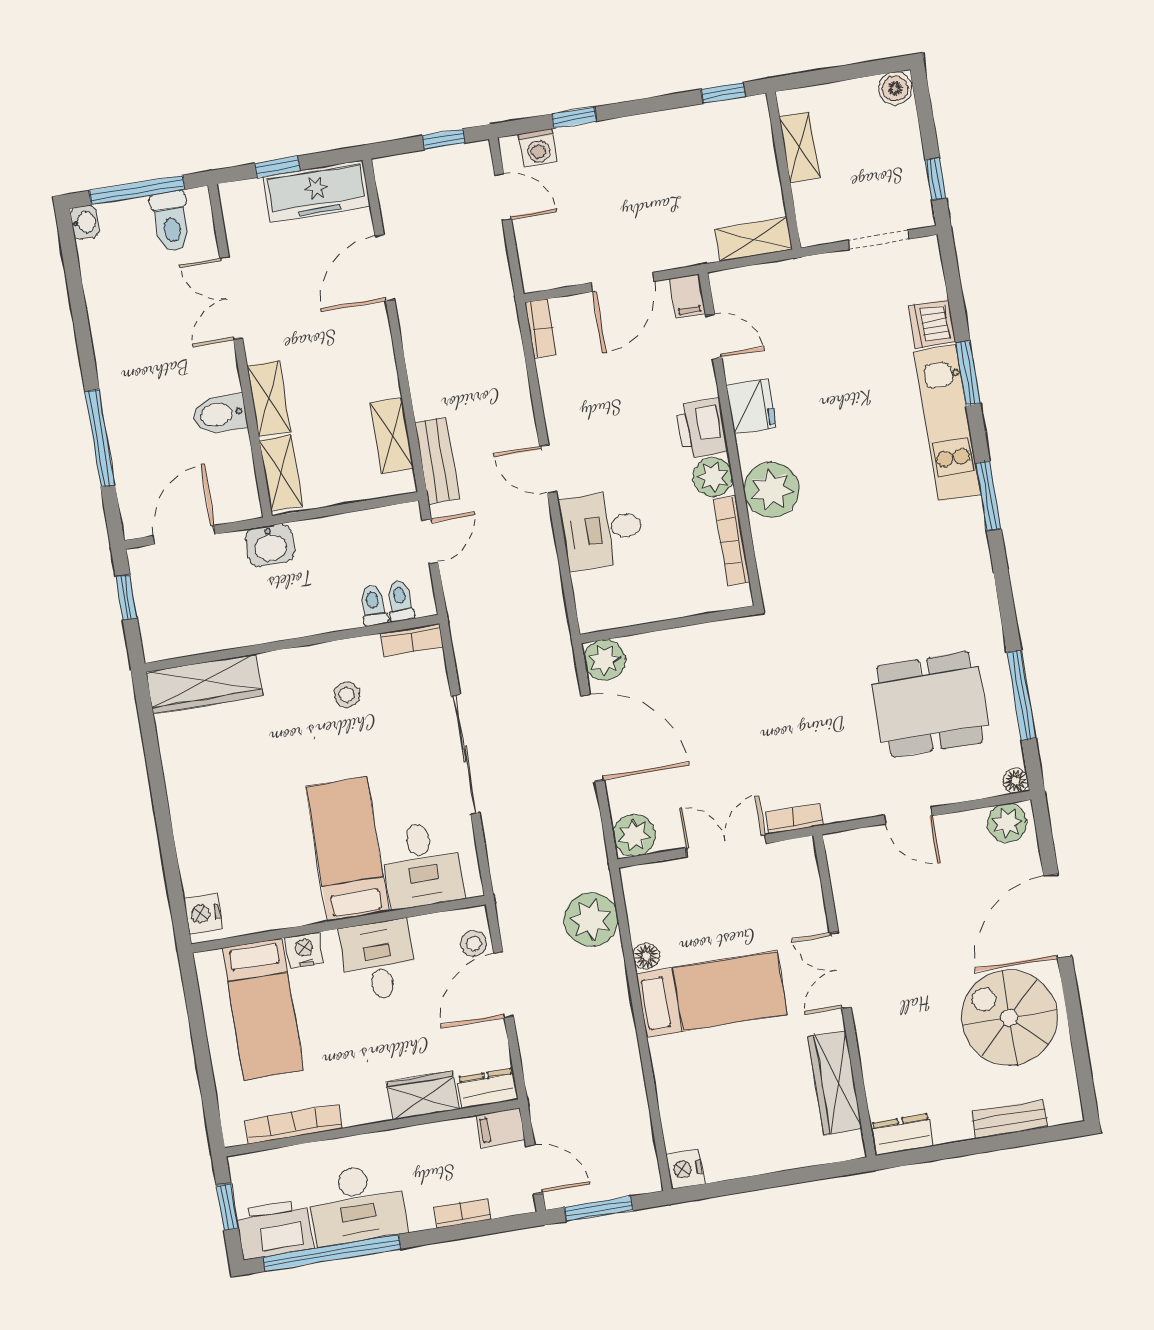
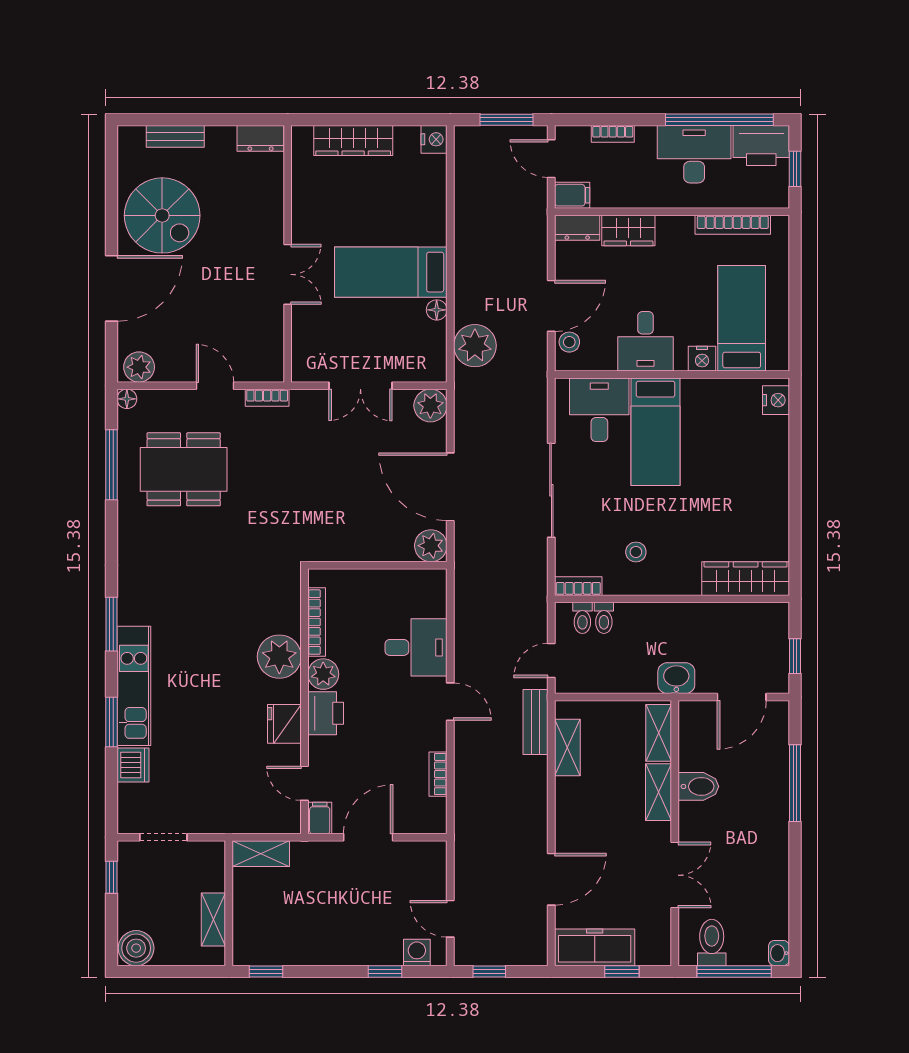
boiler: (895, 88) -> (136, 948), width x1.36, depth x1.36
bookcase: (541, 329) -> (438, 774), moved
bookcase: (794, 819) -> (267, 398), moved
wardrobe: (835, 1083) -> (353, 140), moved, turned 90

